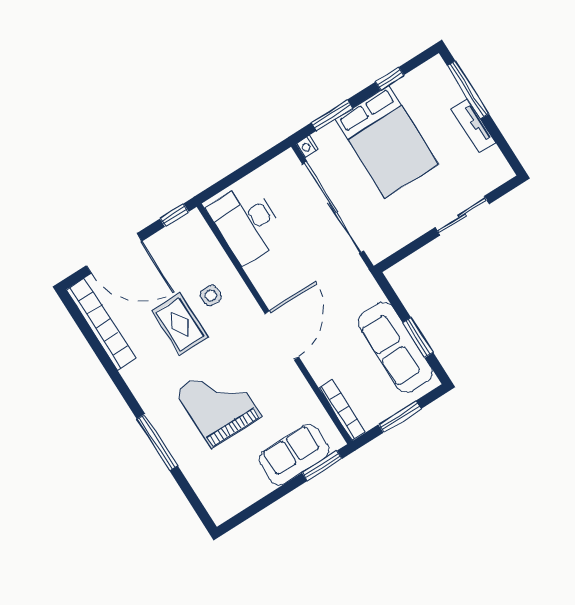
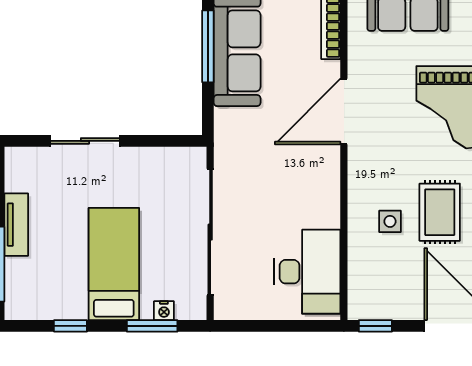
bed: (387, 142) -> (114, 264), width x0.67
nightstand: (307, 147) -> (164, 311), moved, turned 90
door: (282, 335) -> (344, 112), moved
window: (418, 337) -> (208, 46), width x1.44

